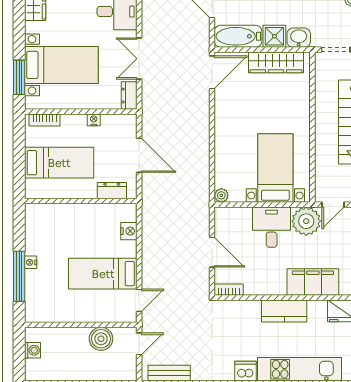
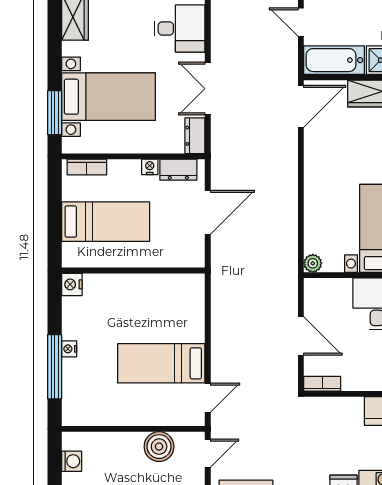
door: (139, 155) -> (208, 212), hinge flipped
dresser: (112, 191) -> (178, 170), moved, turned 180
nightstand: (129, 231) -> (72, 284), moved, turned 180

